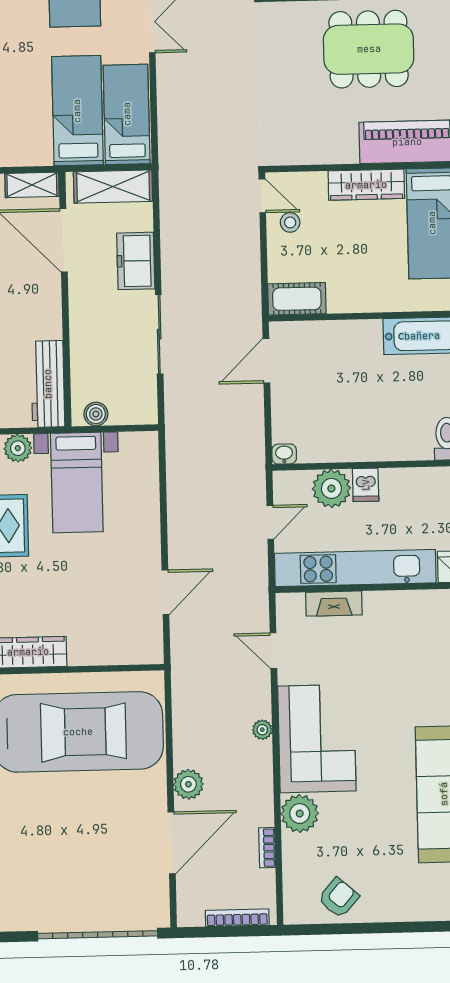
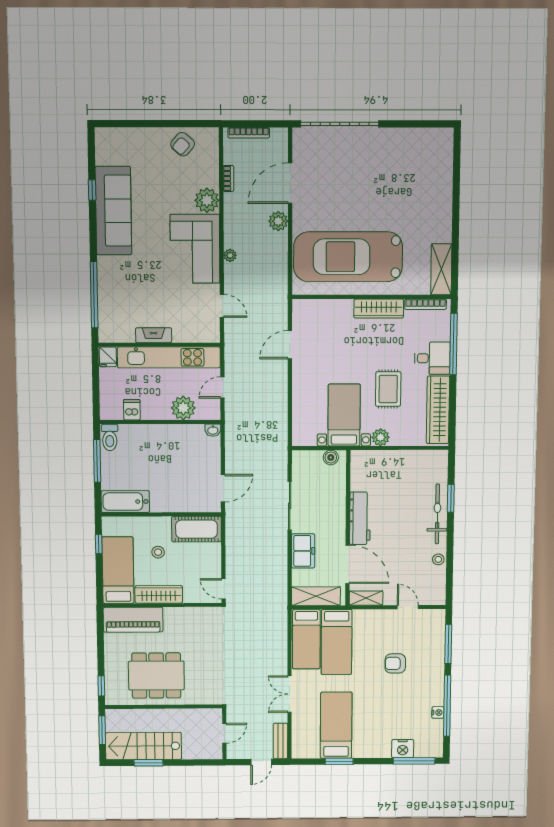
stool: (290, 222) -> (158, 552), moved
cot: (297, 299) -> (196, 529), width x1.37, depth x1.34
workbench: (48, 384) -> (360, 518), moved
dishwasher: (366, 485) -> (132, 410), moved
fireplace: (334, 604) -> (154, 335), moved

